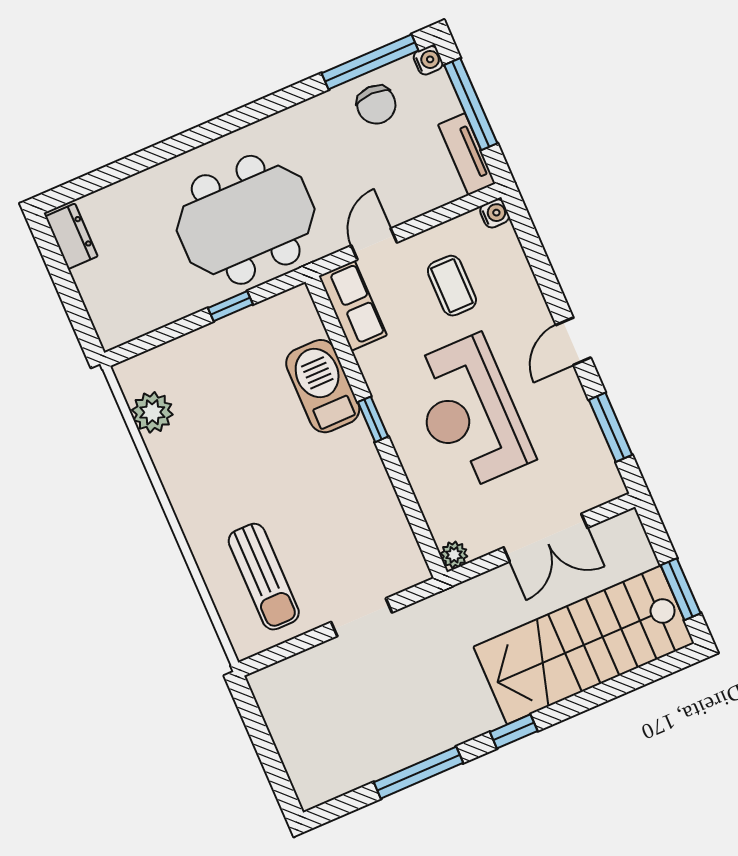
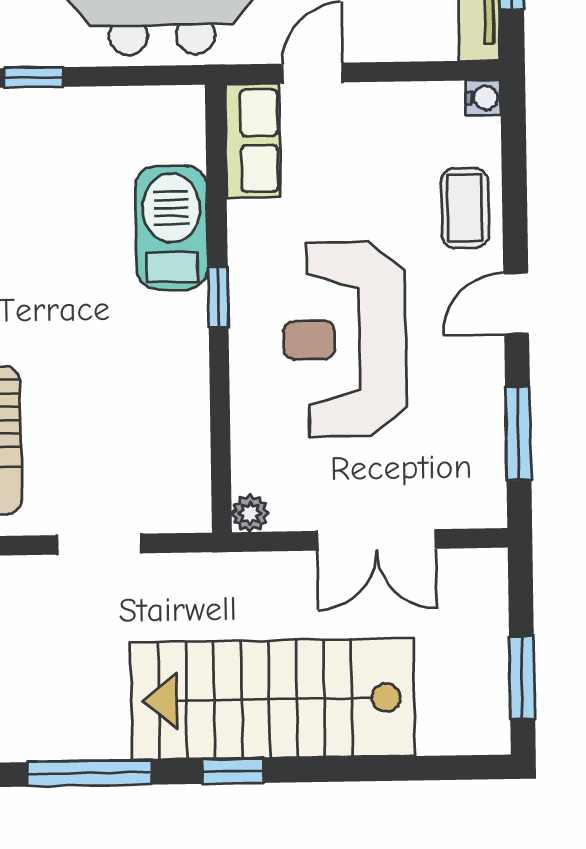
coffee table: (452, 286) -> (465, 208), moved
window: (230, 306) -> (34, 77), moved
stairs: (584, 645) -> (273, 699), moved

